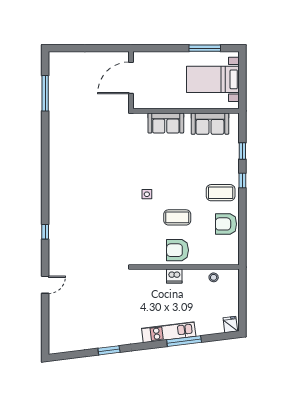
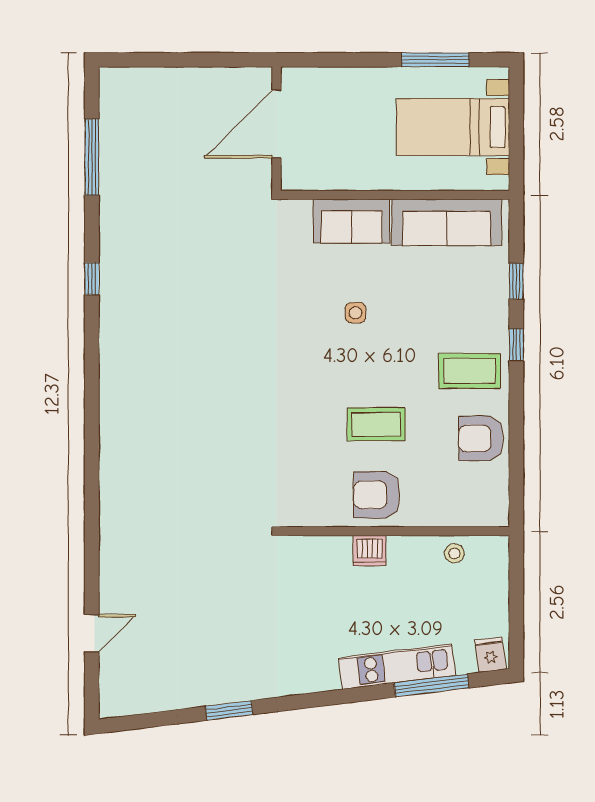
sofa: (210, 124) -> (447, 222), width x1.36
side table: (147, 194) -> (355, 313), moved
window: (45, 232) -> (92, 279), moved
door: (45, 285) -> (92, 633), moved
kitchen unit: (169, 332) -> (397, 667), moved
window: (184, 341) -> (431, 685), moved

